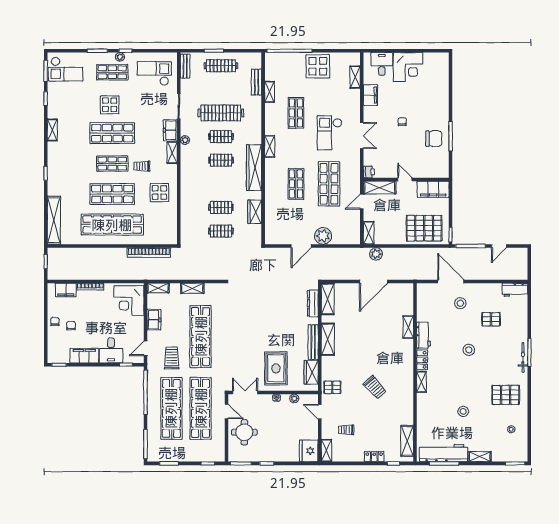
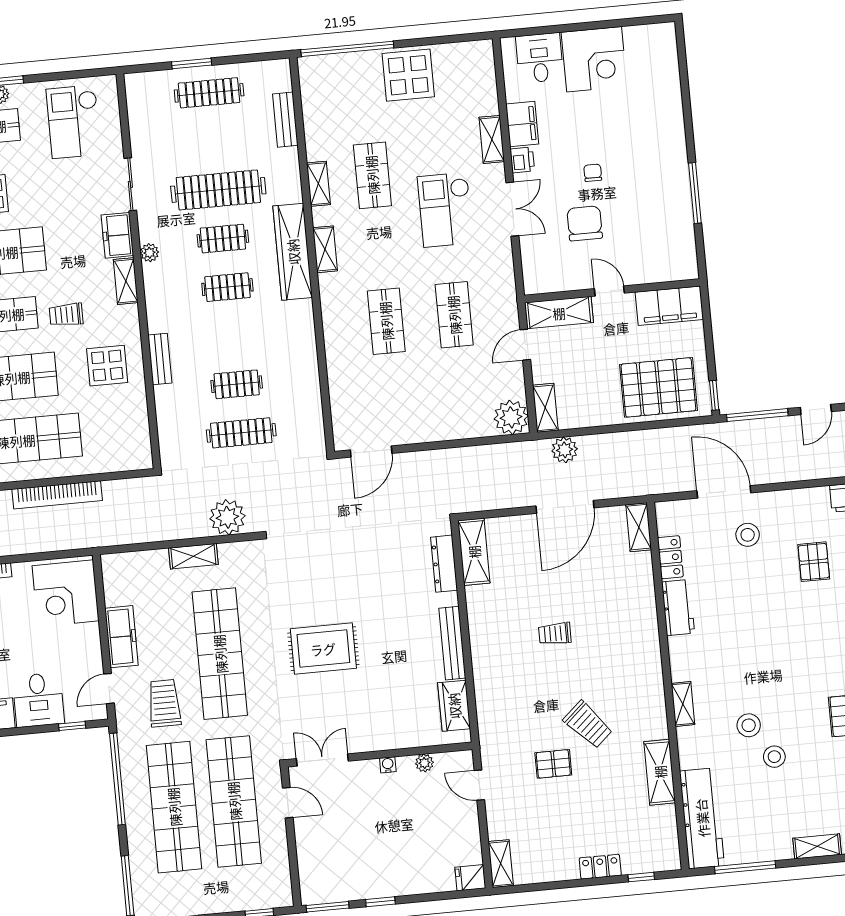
bench: (185, 66) -> (160, 359), moved
checkout: (154, 73) -> (74, 122), turned -90
shelving: (355, 77) -> (492, 139), moved
shelving: (270, 92) -> (318, 184), moved
chair: (434, 139) -> (585, 223), moved, turned -90
wardrobe: (254, 168) -> (293, 252), moved
printer: (369, 172) -> (522, 160), moved
shop shelf: (329, 184) -> (454, 315), width x0.70, depth x0.74
wardrobe: (255, 212) -> (307, 387), removed
clothes rail: (221, 231) -> (241, 433), width x1.36
plant: (323, 236) -> (511, 417), moved
door: (301, 246) -> (371, 452), moved
bookcase: (149, 253) -> (57, 495), moved
plant: (210, 271) -> (227, 517), added
shelving: (158, 288) -> (123, 562), removed
pallet: (491, 319) -> (814, 562), turned 90
freezer: (154, 320) -> (121, 637), width x1.40
shelving: (408, 327) -> (639, 527), moved
shelving: (328, 339) -> (482, 635), removed
stool: (469, 350) -> (749, 725), moved
locker: (422, 360) -> (670, 557), moved
rug: (276, 368) -> (323, 649), moved, turned 90
pallet: (332, 387) -> (553, 764), moved
trolley: (346, 430) -> (555, 634), moved
round table: (244, 432) -> (328, 842), removed
shelving: (407, 441) -> (660, 772), moved
fridge: (309, 451) -> (470, 878), width x0.53, depth x0.75
workbench: (444, 453) -> (702, 818), moved, turned 90

